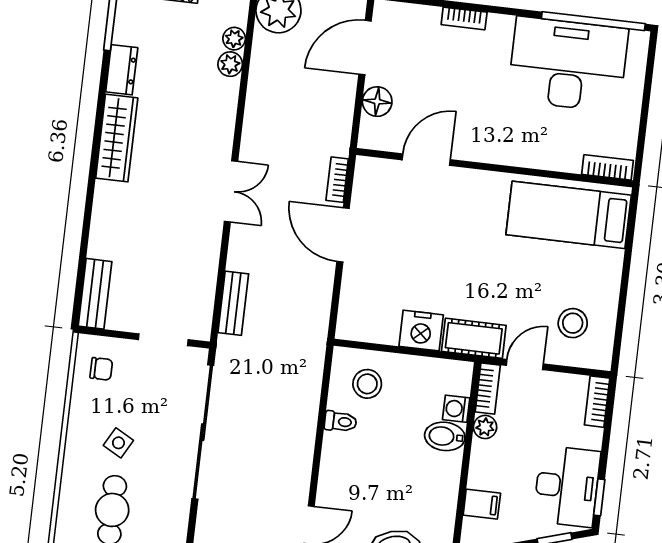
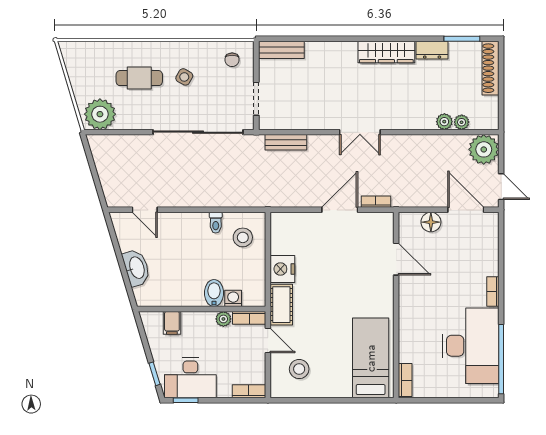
bookcase: (464, 18) -> (493, 291), moved

